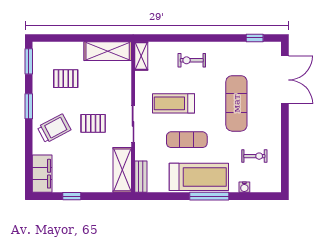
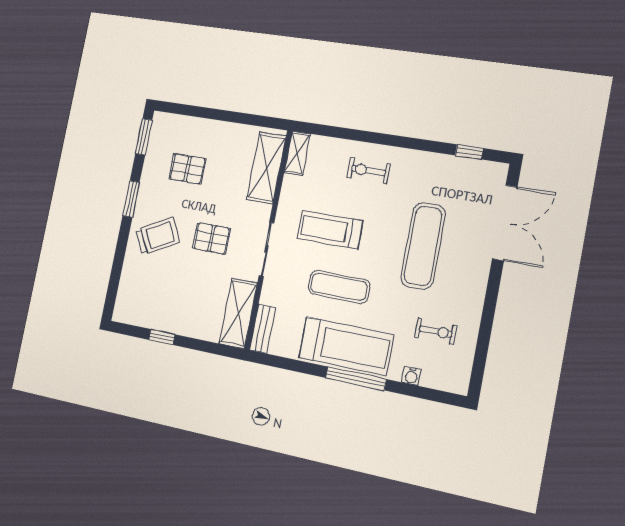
shelving: (108, 51) -> (266, 168), moved, turned 90
filing cabinet: (42, 174) -> (129, 297), removed

